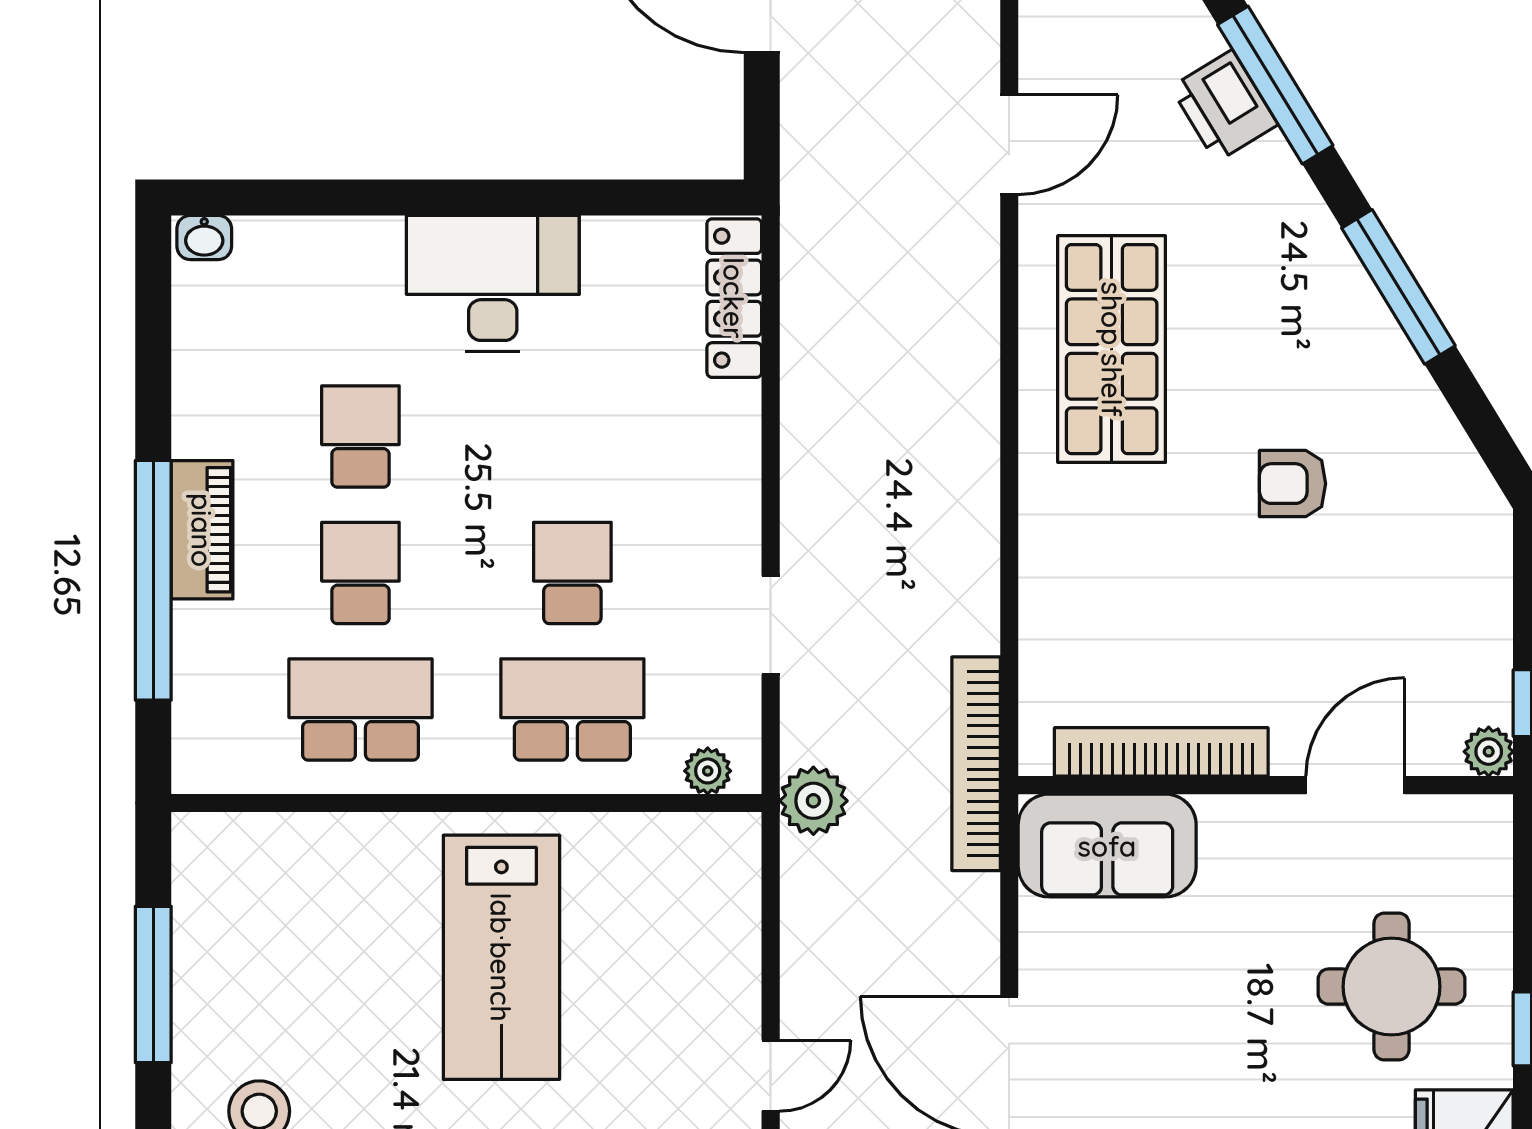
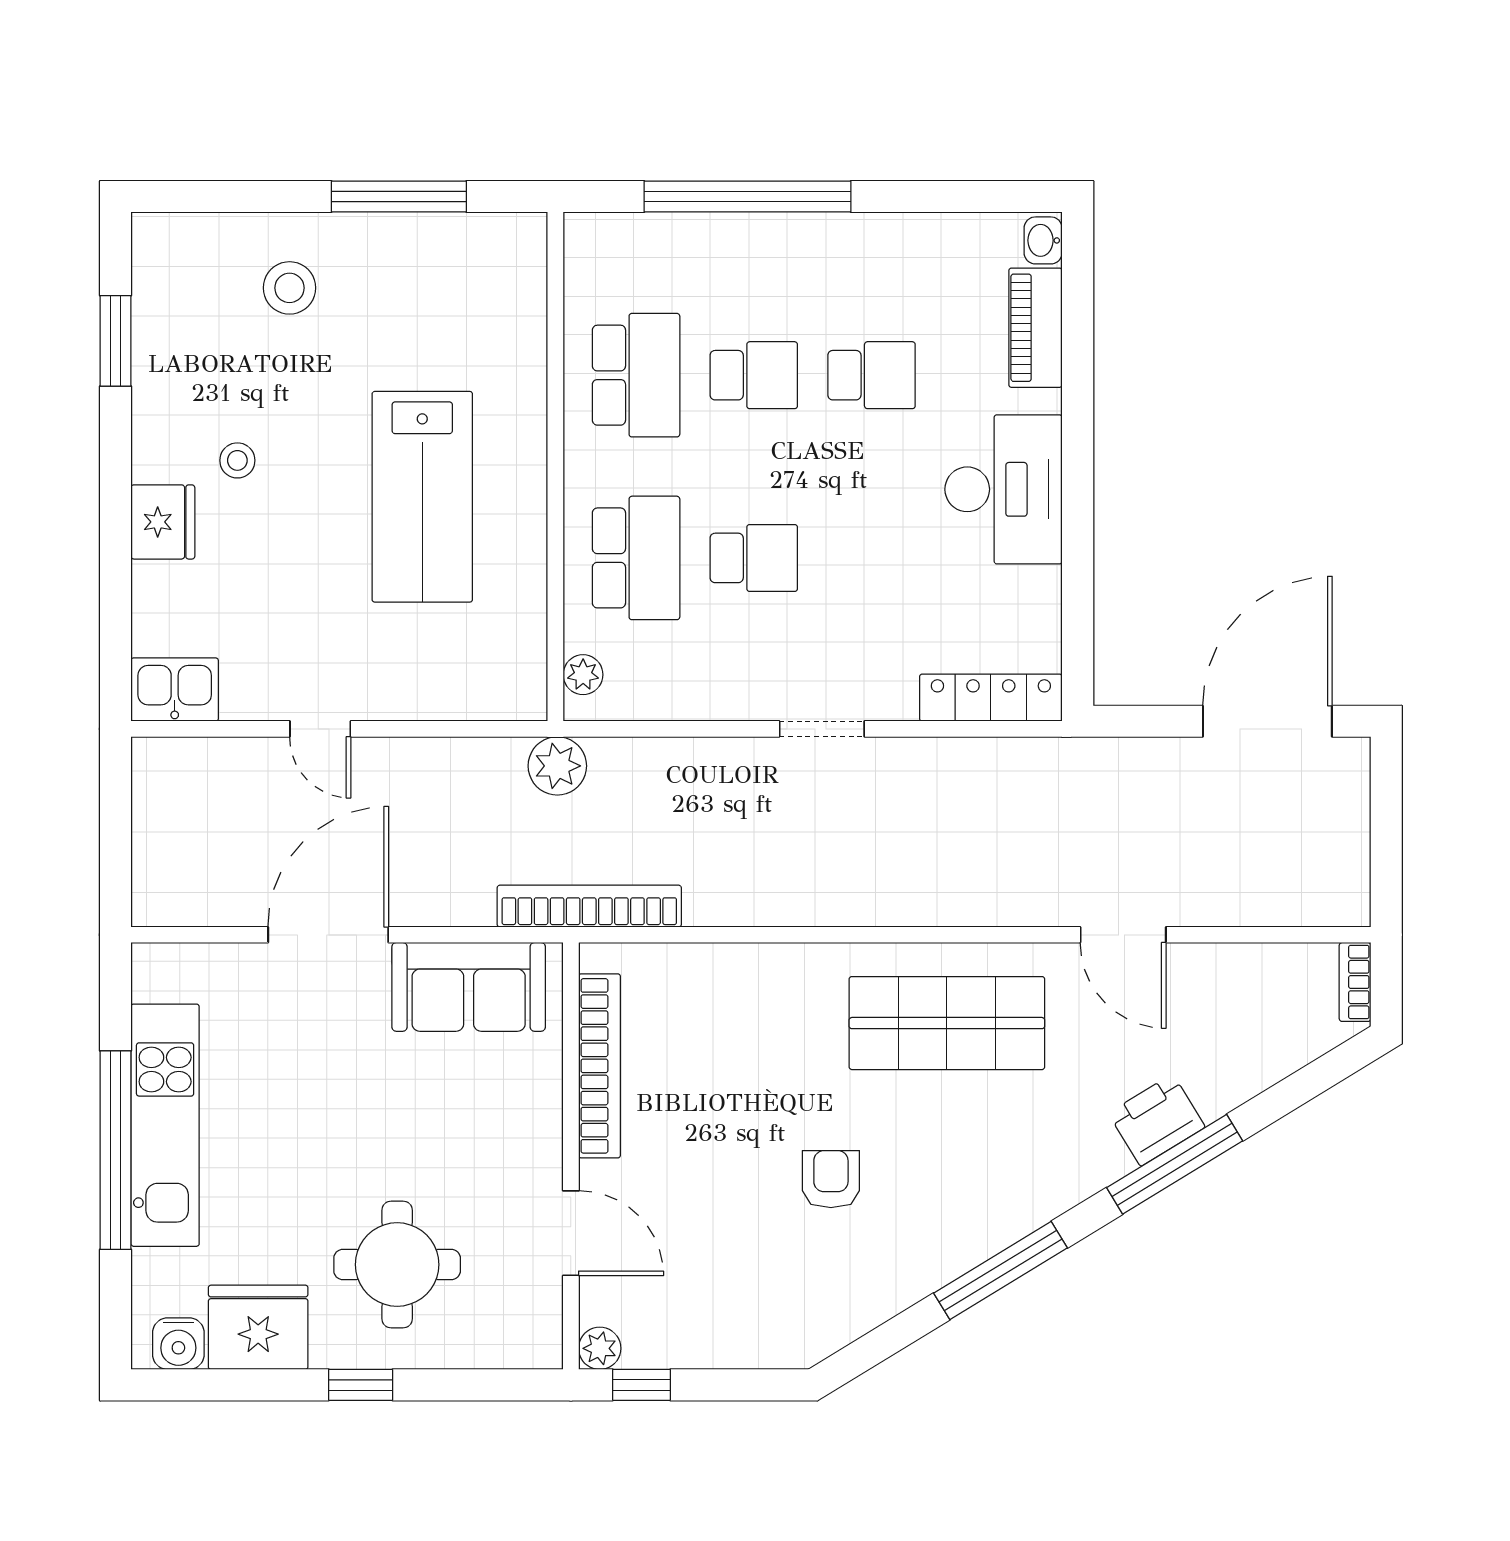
piano: (202, 530) -> (1035, 328), moved, turned 90
doorway: (771, 625) -> (822, 729), moved
sofa: (1107, 846) -> (469, 987), moved, turned -90
lab bench: (501, 957) -> (422, 497), turned -90

